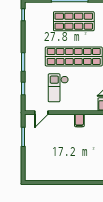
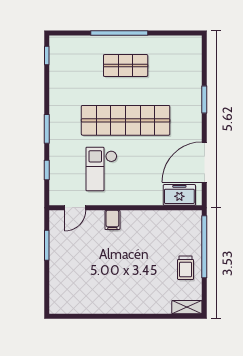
shop shelf: (74, 21) -> (126, 65), width x0.70, depth x0.74
filing cabinet: (79, 120) -> (112, 220), moved

